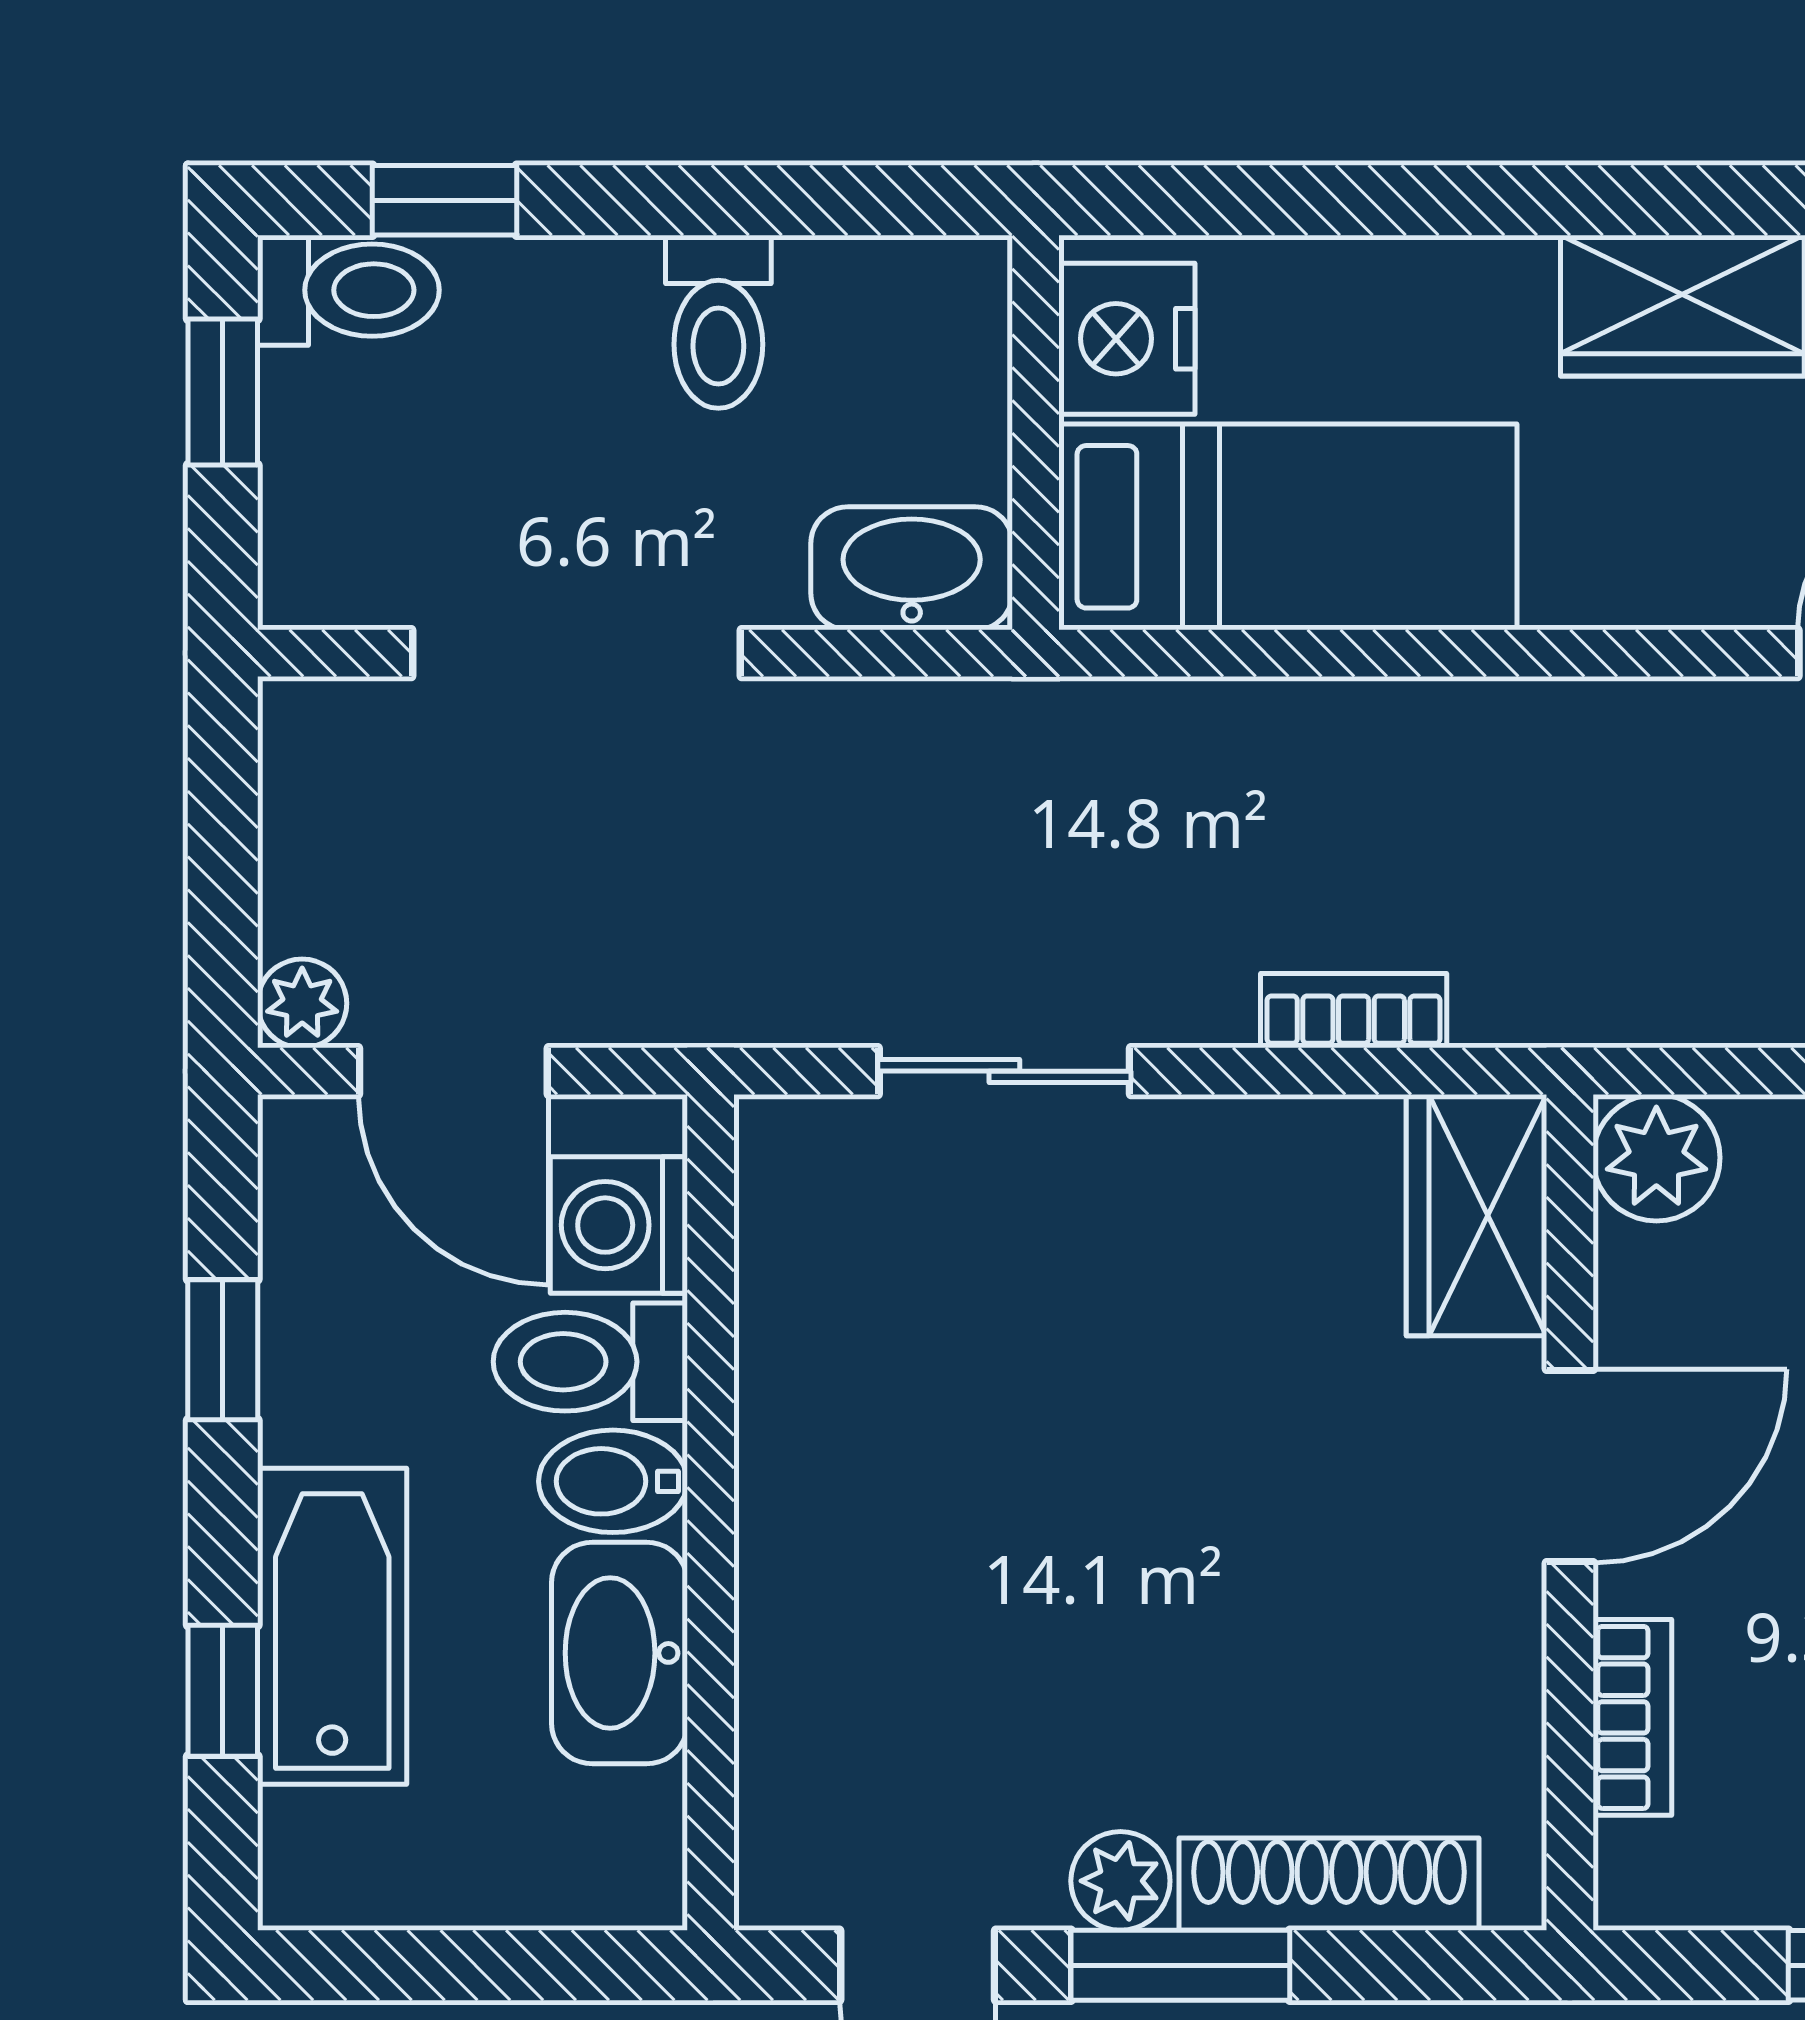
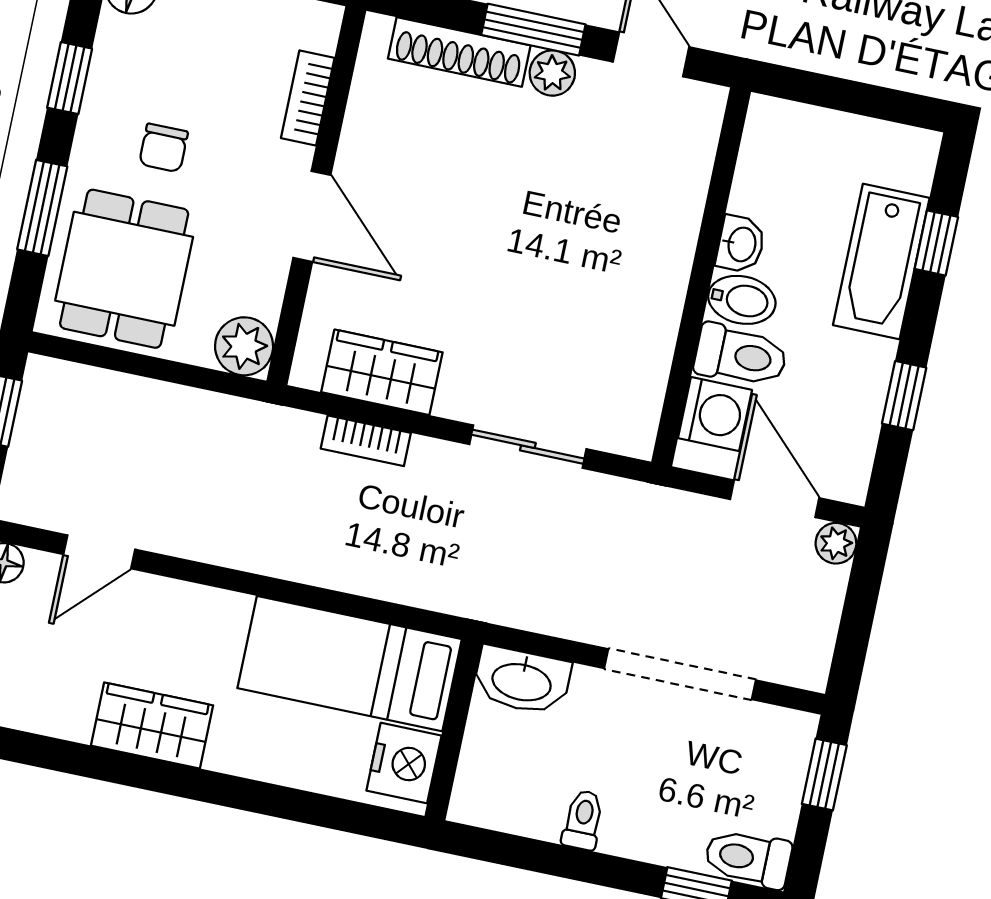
toilet: (718, 322) -> (583, 820), width x0.73, depth x0.72
window: (223, 392) -> (824, 775), moved
wardrobe: (1477, 1215) -> (382, 372), moved, turned -90
door: (1570, 1466) -> (312, 216), swing flipped
washbasin: (619, 1653) -> (741, 244), width x0.52, depth x0.69

